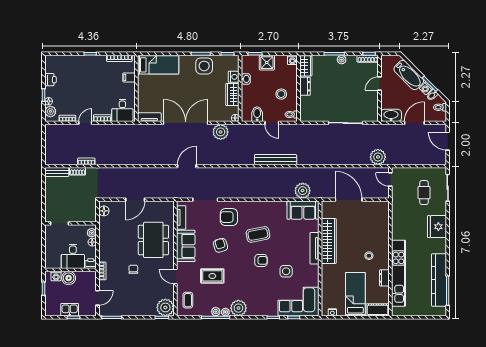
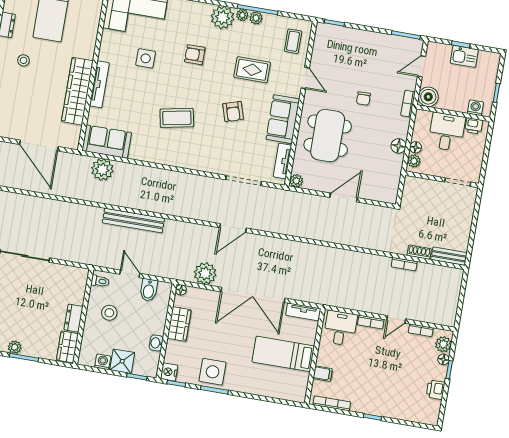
washing machine: (292, 60) -> (103, 362), moved
bed: (158, 65) -> (283, 354), moved
nightstand: (234, 77) -> (169, 372), moved
door: (187, 166) -> (233, 228), moved
floor lamp: (104, 211) -> (399, 146), moved
armchair: (229, 217) -> (214, 150), removed
armchair: (261, 260) -> (195, 55), moved
printer: (91, 264) -> (474, 126), moved
boiler: (69, 278) -> (428, 97), moved
plant: (165, 307) -> (296, 181), moved, width x0.53, depth x0.53

